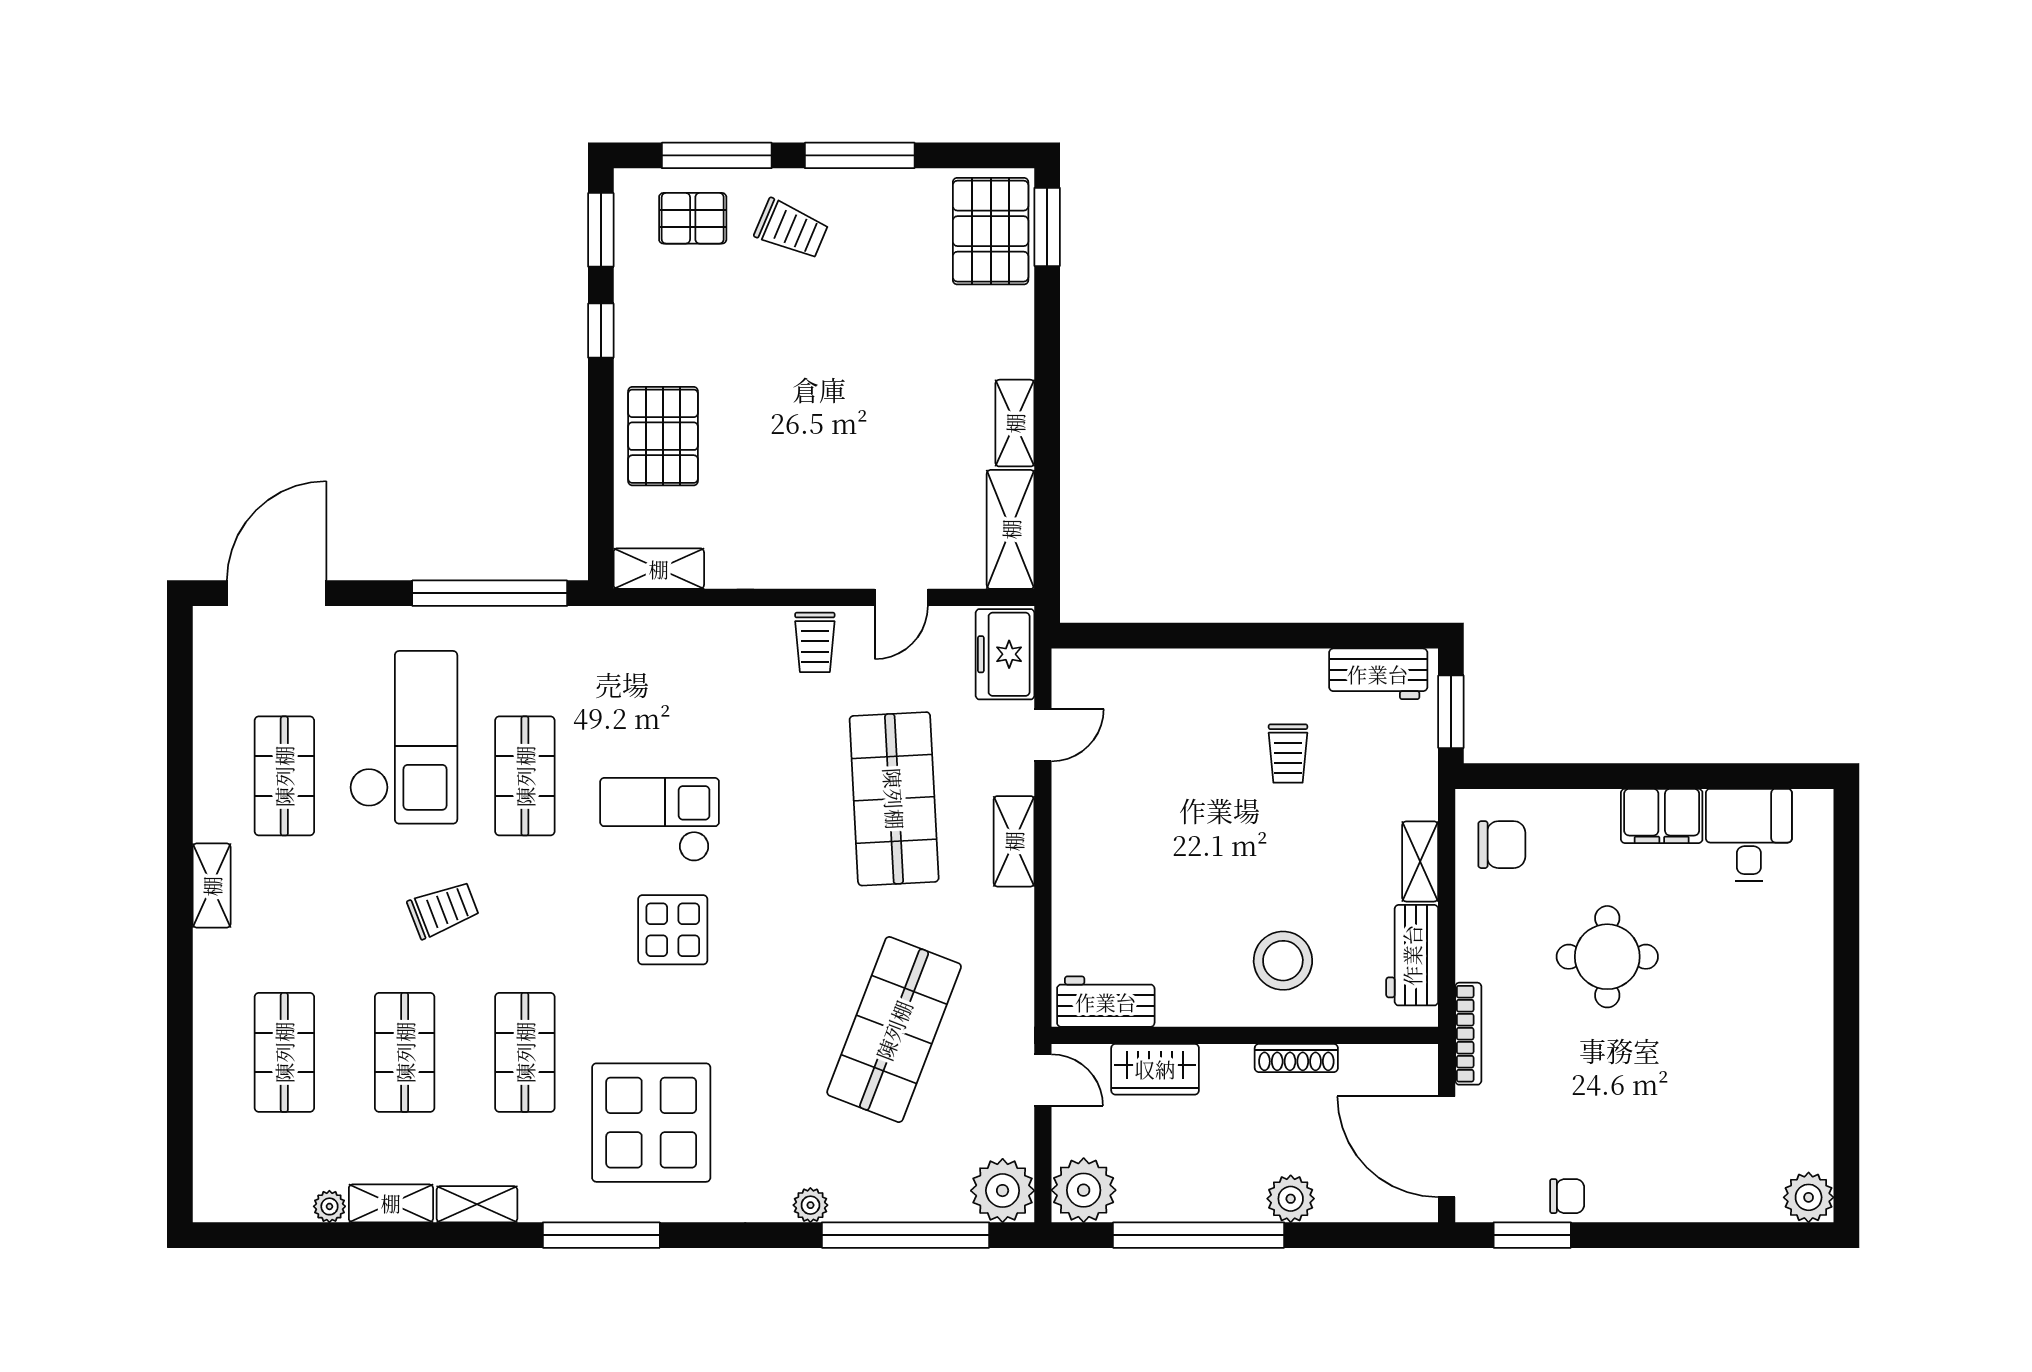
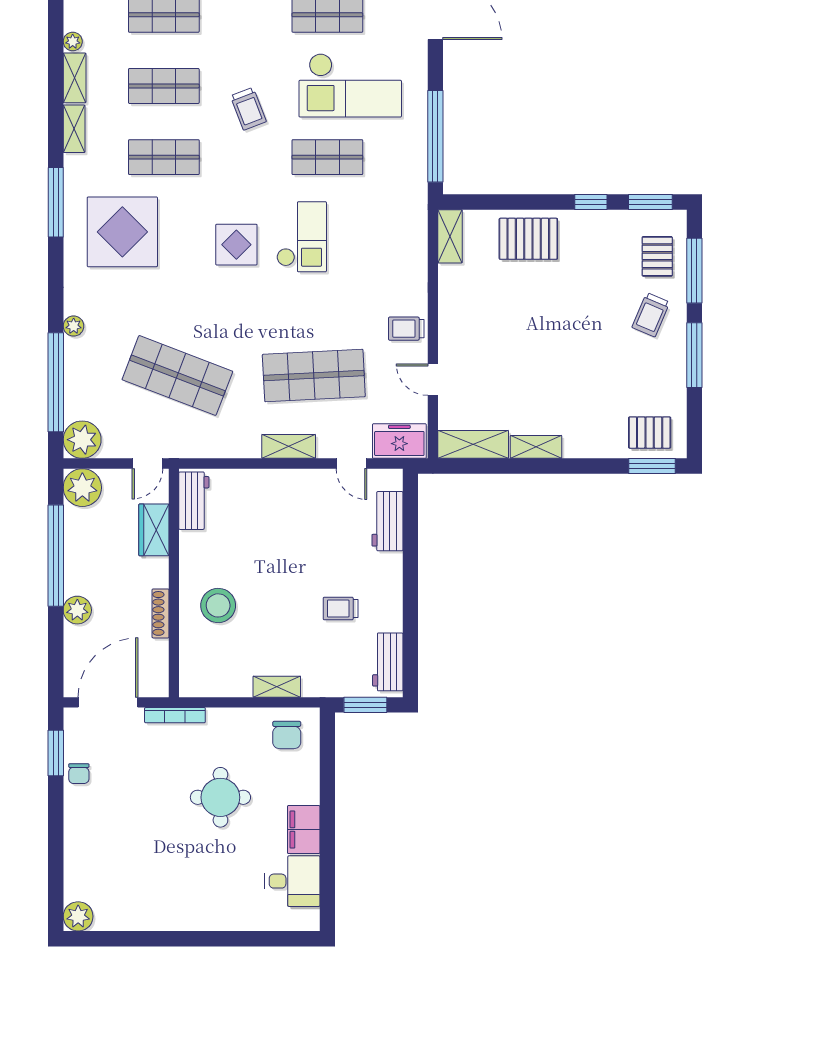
pallet: (991, 231) -> (650, 433), width x0.67, depth x0.71
workbench: (1412, 955) -> (387, 521), moved, turned -90

